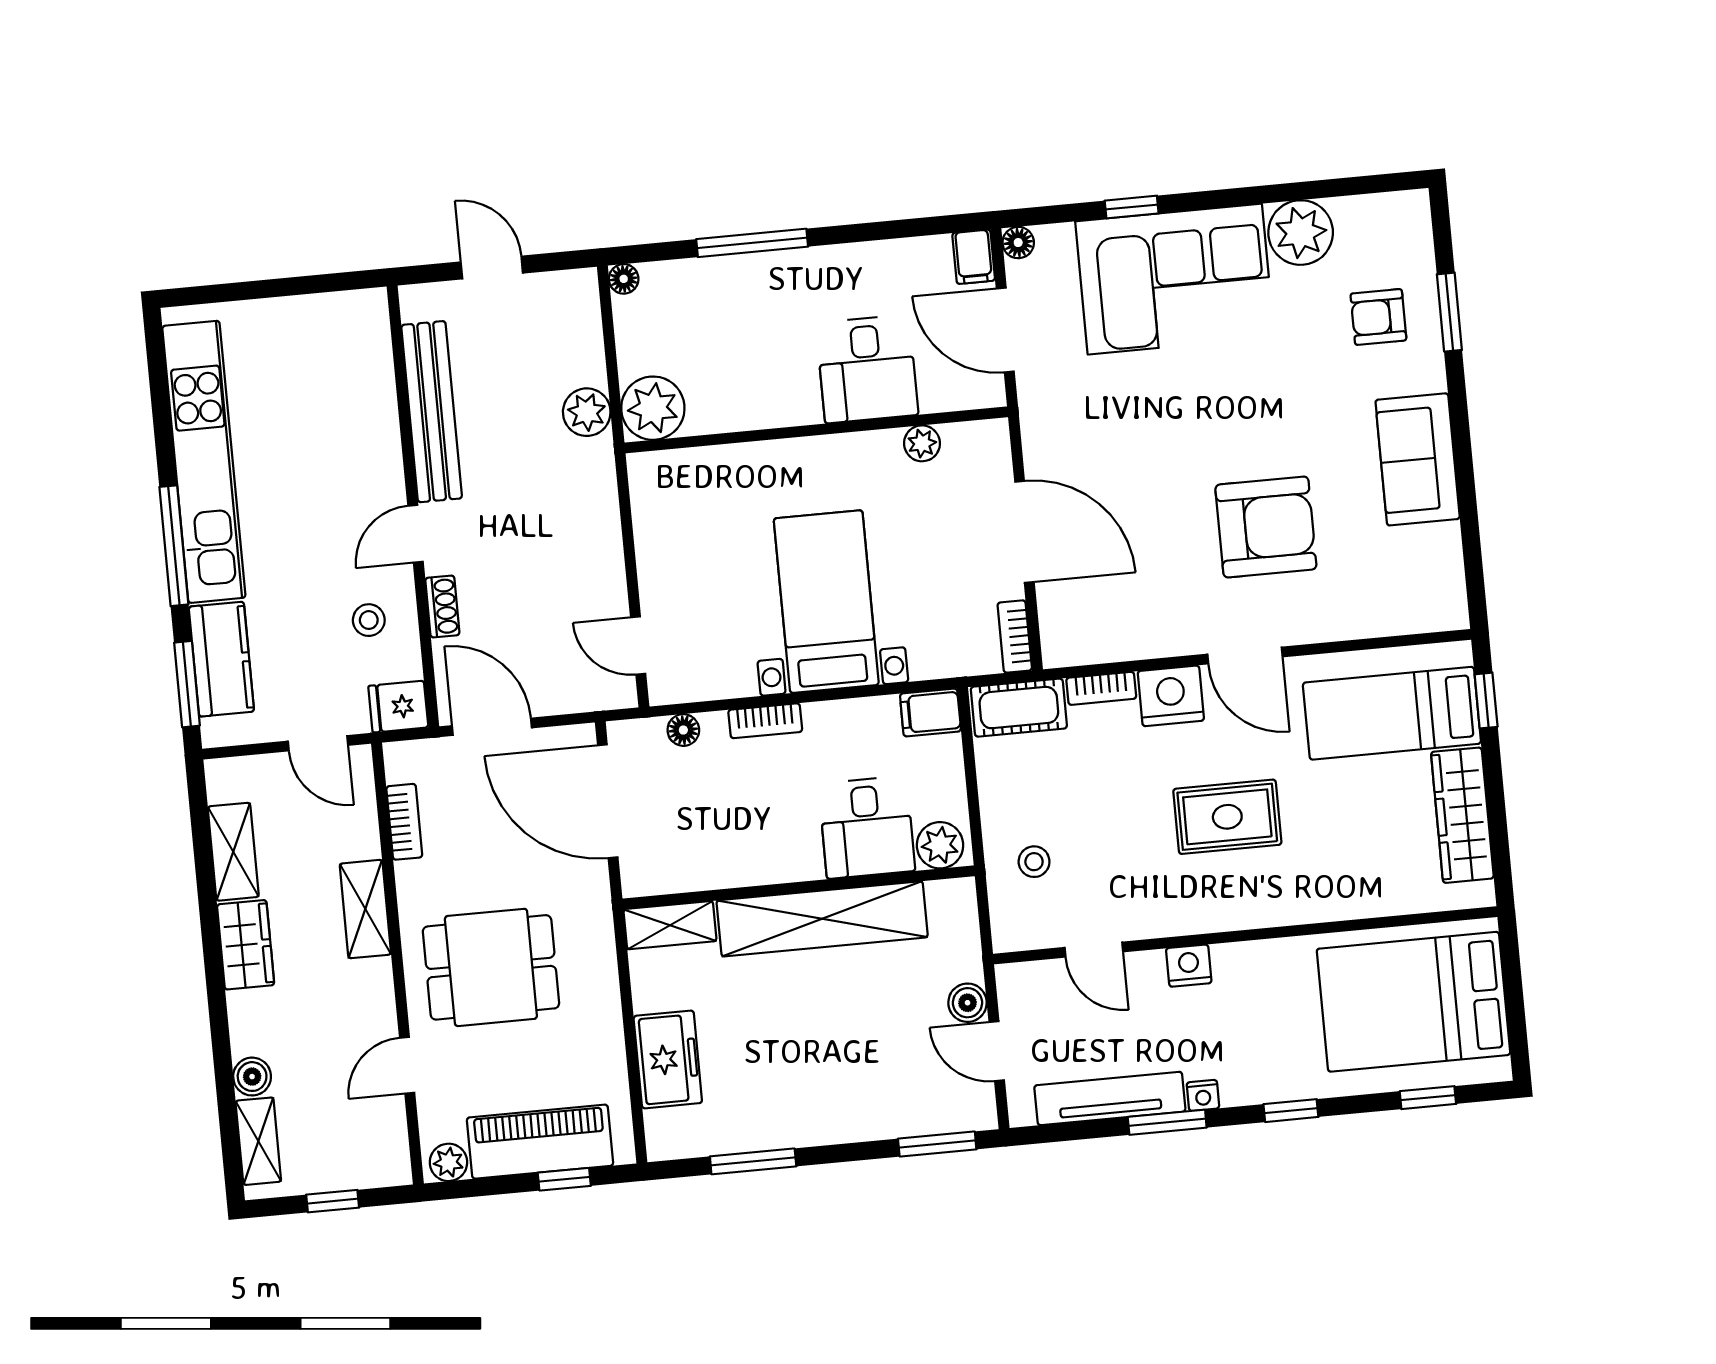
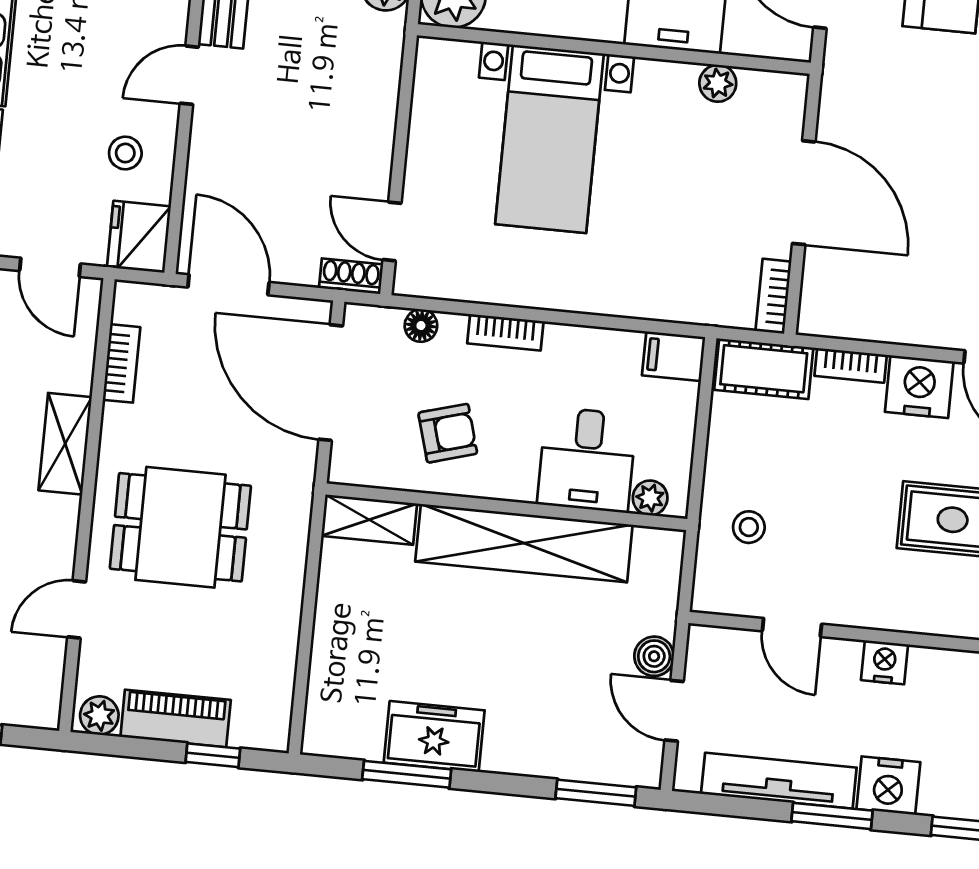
bed with nightstands: (826, 602) -> (550, 139), moved, turned 180
shoe rack: (442, 606) -> (351, 276), moved, turned -90
fridge: (398, 707) -> (139, 237), width x1.38
armchair: (729, 828) -> (448, 433), added
plant: (940, 845) -> (650, 498), width x0.73, depth x0.73
freezer: (668, 1059) -> (434, 737), moved, turned -90
nightstand: (1203, 1095) -> (888, 786), width x1.89, depth x1.79
piano: (540, 1142) -> (176, 718), width x0.73, depth x0.75

